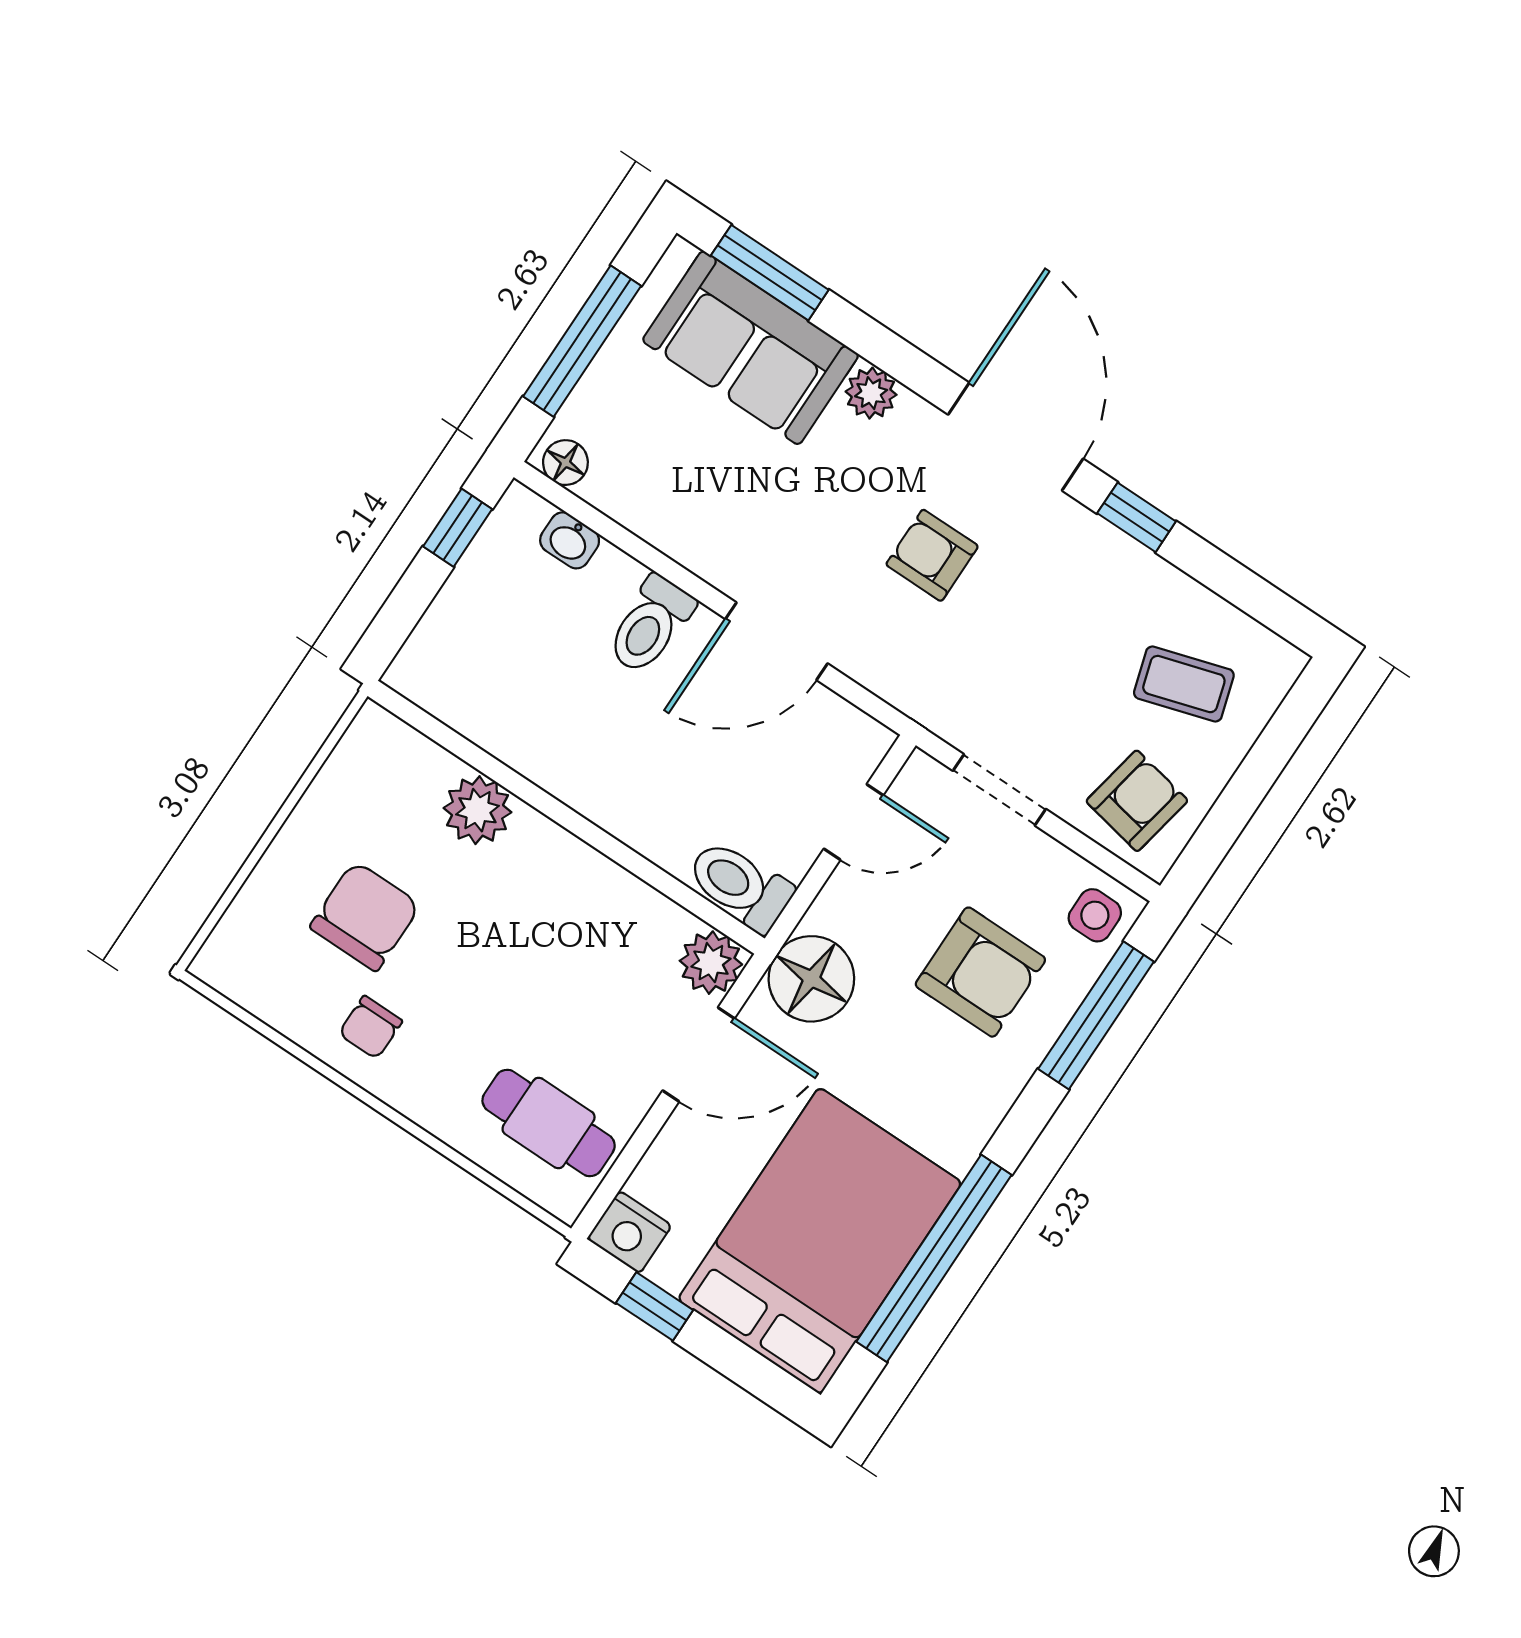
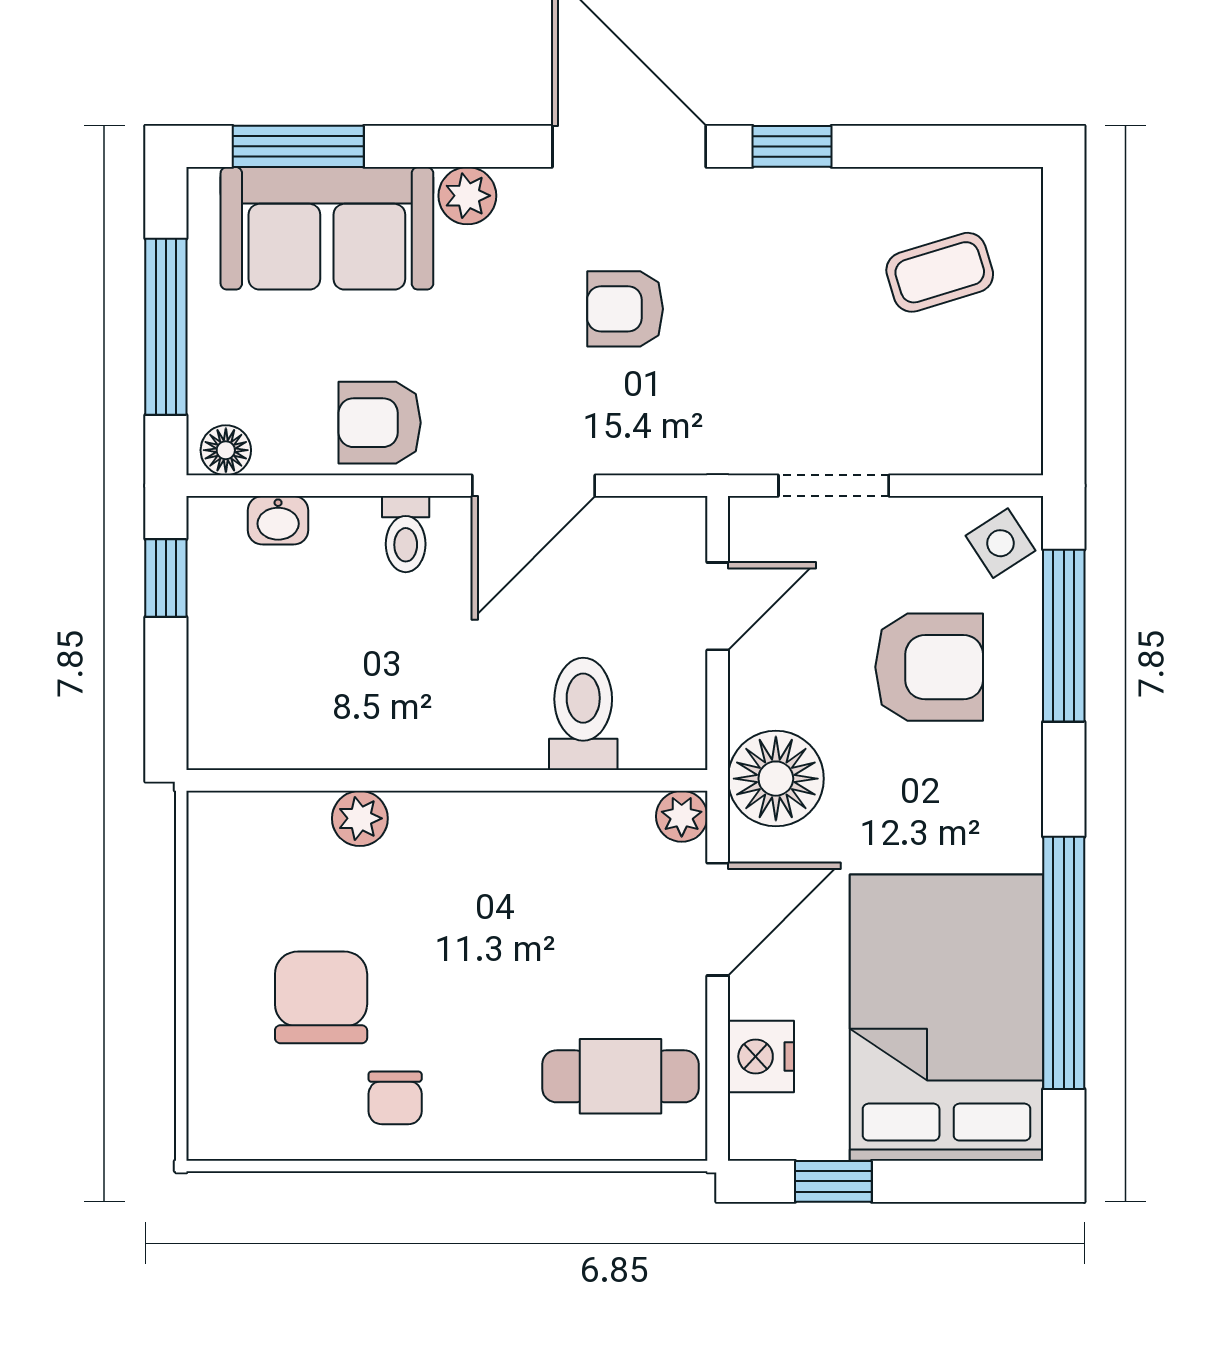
toilet: (650, 625) -> (406, 534), width x0.73, depth x0.72
armchair: (1137, 801) -> (380, 423), moved, turned -101
plant: (478, 810) -> (360, 818), width x0.73, depth x0.73
toilet: (740, 885) -> (583, 714), moved, turned 90
side table: (1095, 915) -> (1000, 543), turned -33
plant: (711, 963) -> (682, 816), width x0.73, depth x0.73
nightstand: (629, 1232) -> (761, 1056), moved, turned 90

